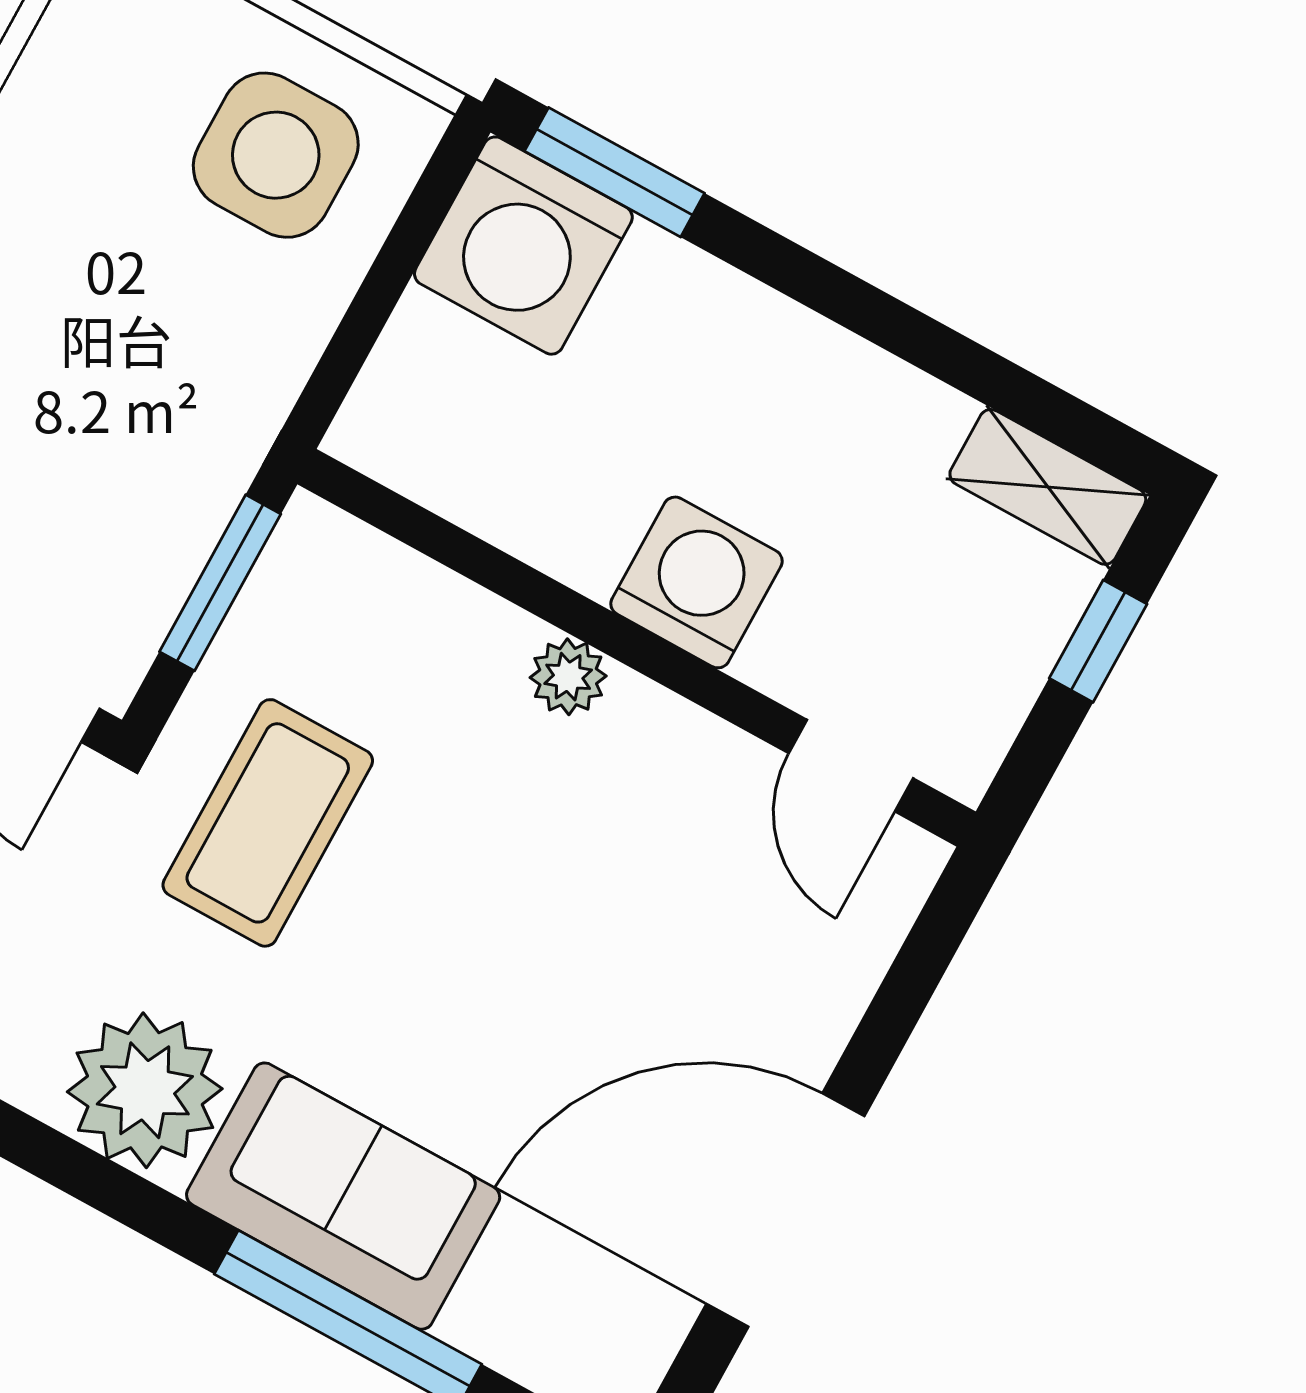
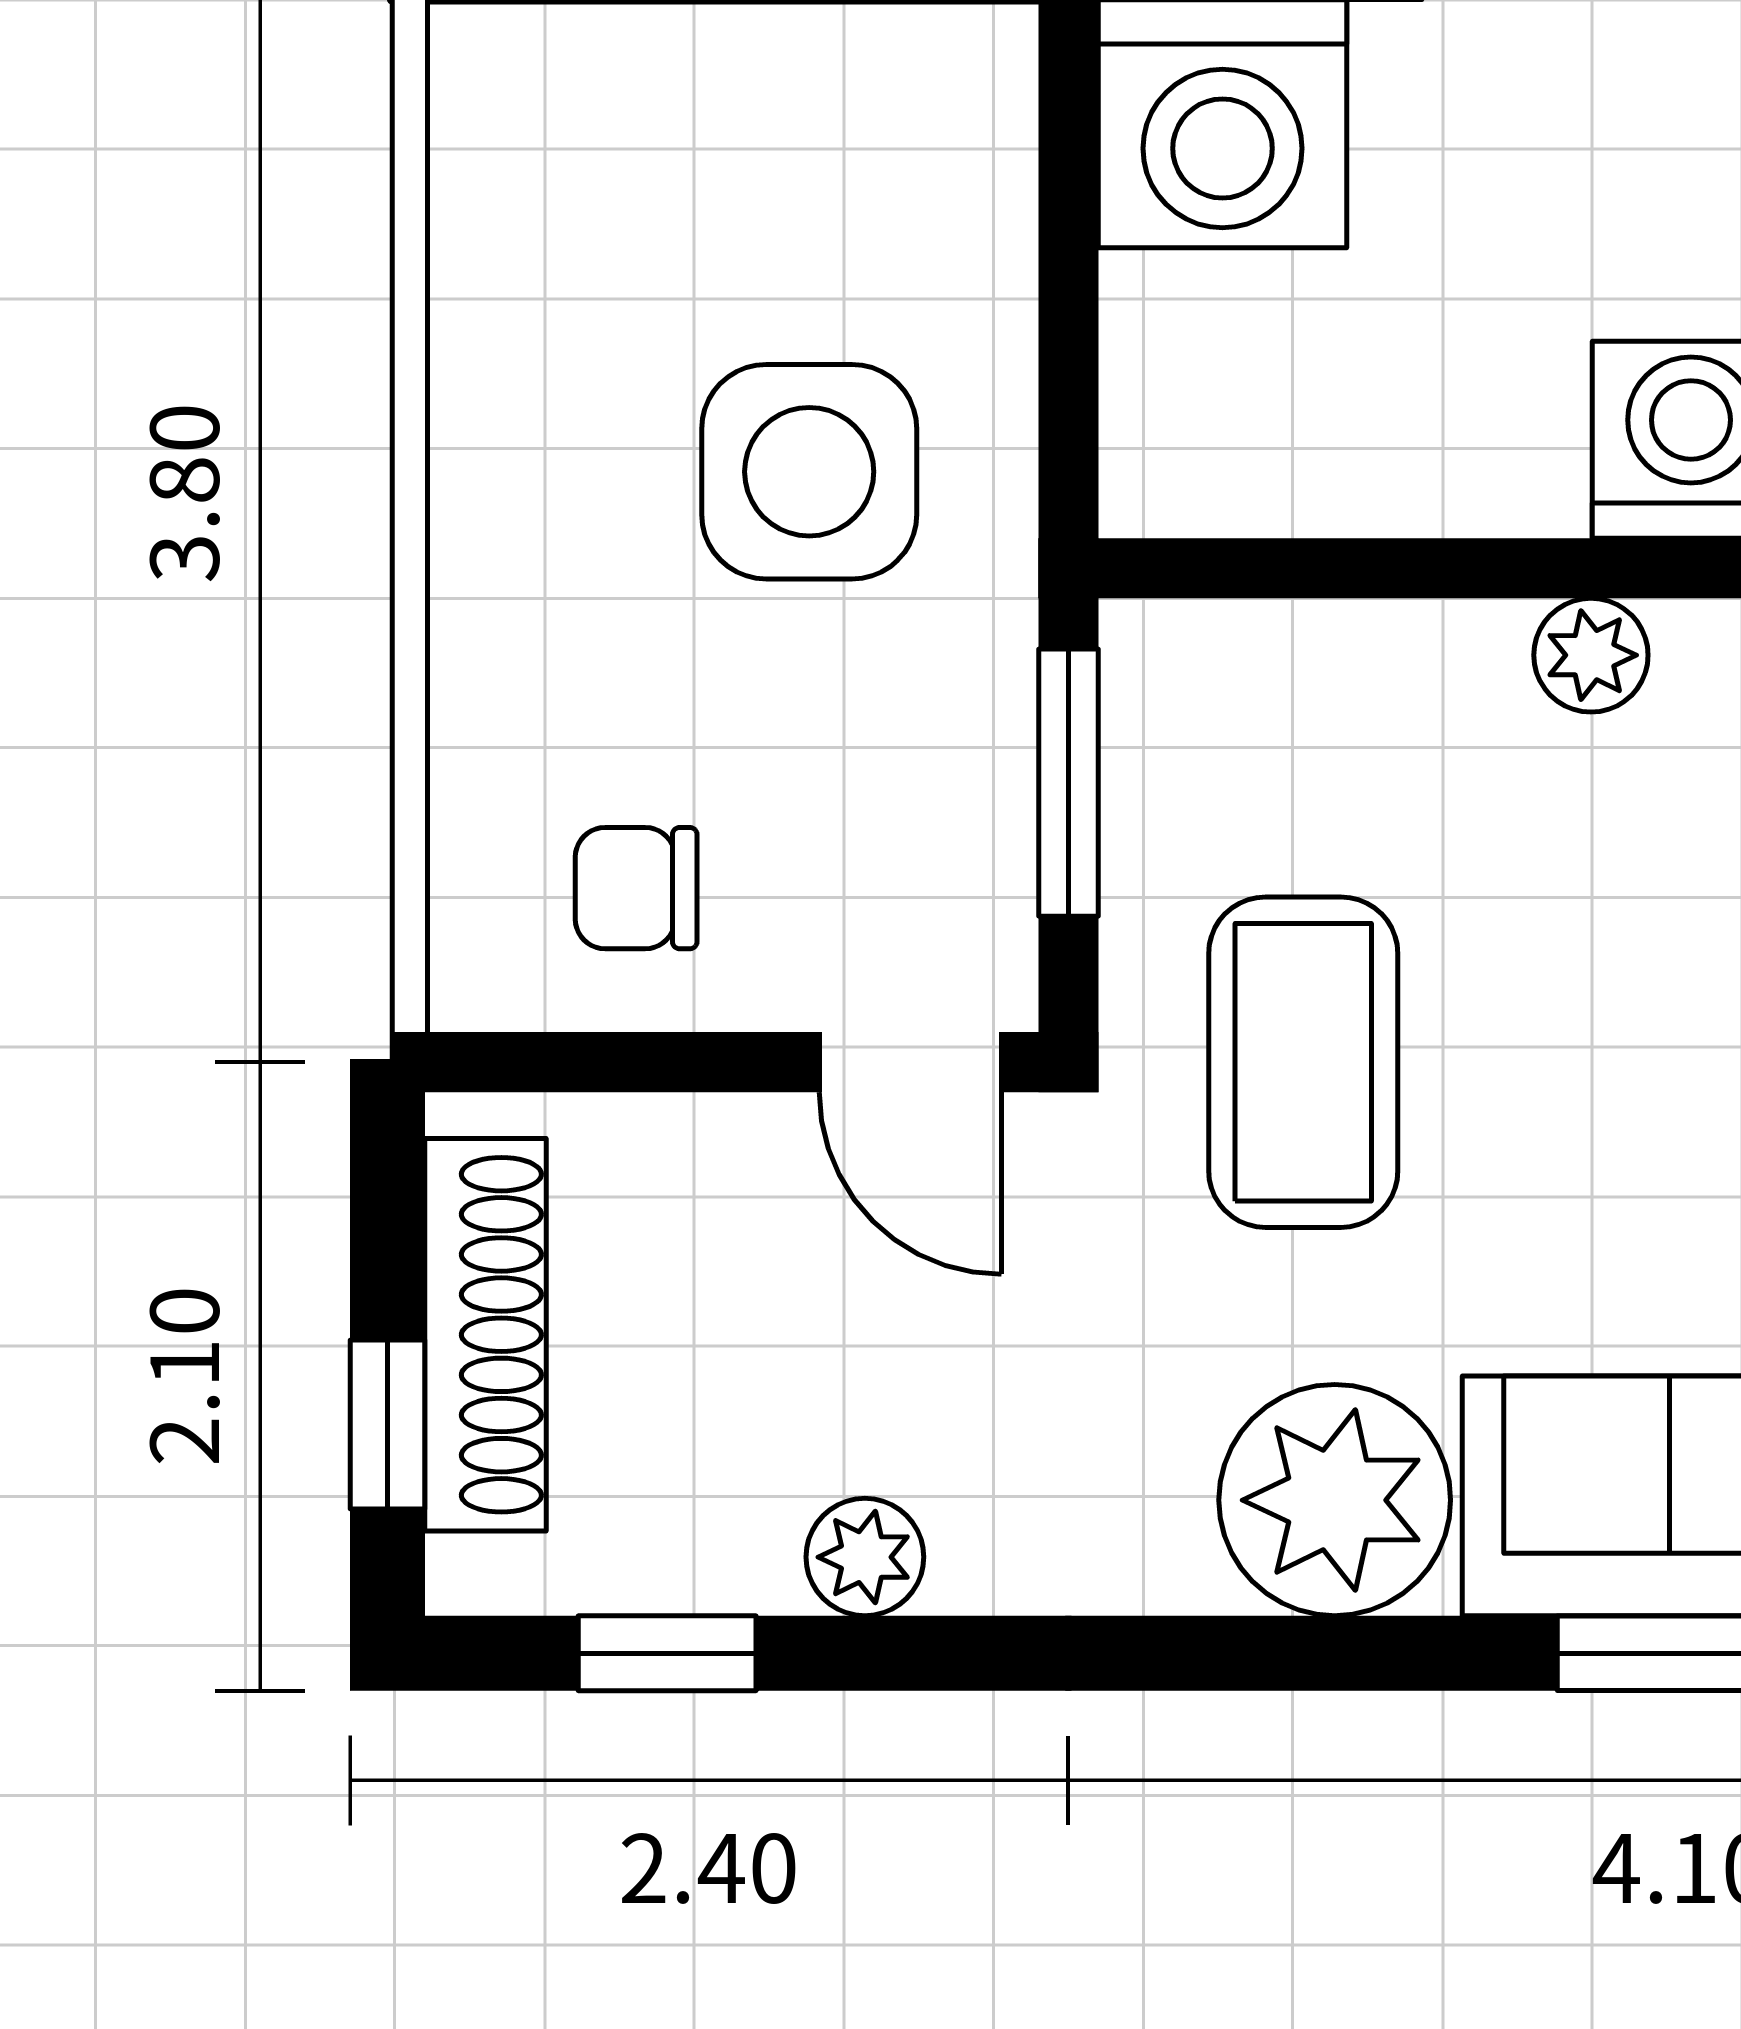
side table: (276, 155) -> (809, 472), moved

